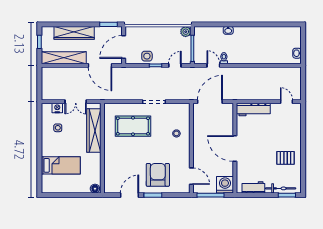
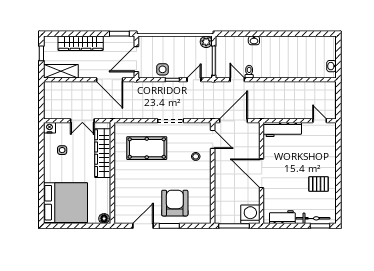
shelving: (64, 58) -> (61, 71), width x0.68
nightstand: (57, 108) -> (49, 128), moved
bed: (61, 165) -> (65, 203), width x2.04
door: (191, 176) -> (213, 139), moved

